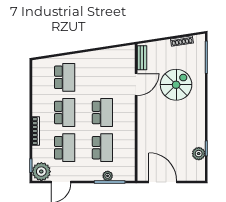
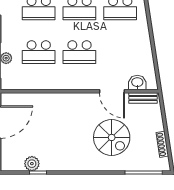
washbasin: (129, 63) -> (137, 83), added

